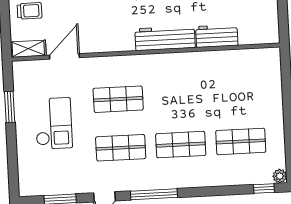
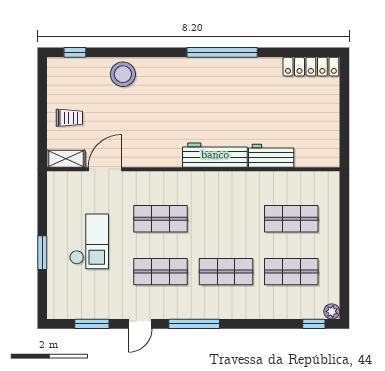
shop shelf: (238, 93) -> (291, 219), added
window: (10, 107) -> (42, 253), moved

